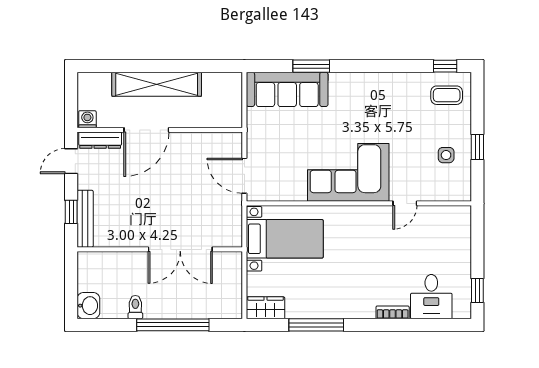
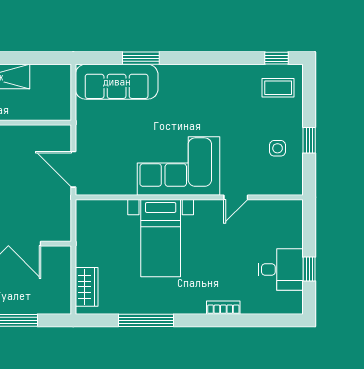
bed with nightstands: (285, 239) -> (161, 238), moved, turned 90
window: (477, 290) -> (309, 269), moved
desk: (431, 297) -> (281, 270), moved, turned -90
wardrobe: (266, 308) -> (87, 287), moved, turned 90

